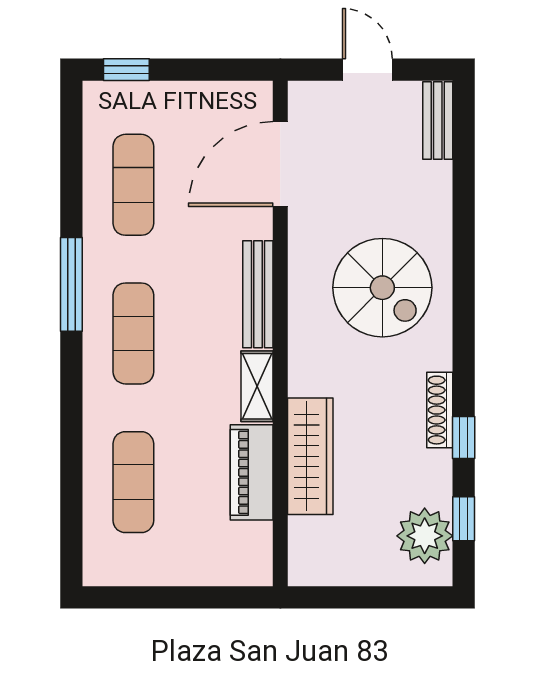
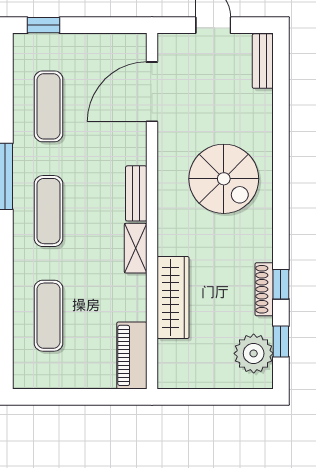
bench: (258, 294) -> (136, 193), width x0.73
shoe rack: (440, 410) -> (264, 289), moved
piano: (252, 472) -> (132, 355), moved

